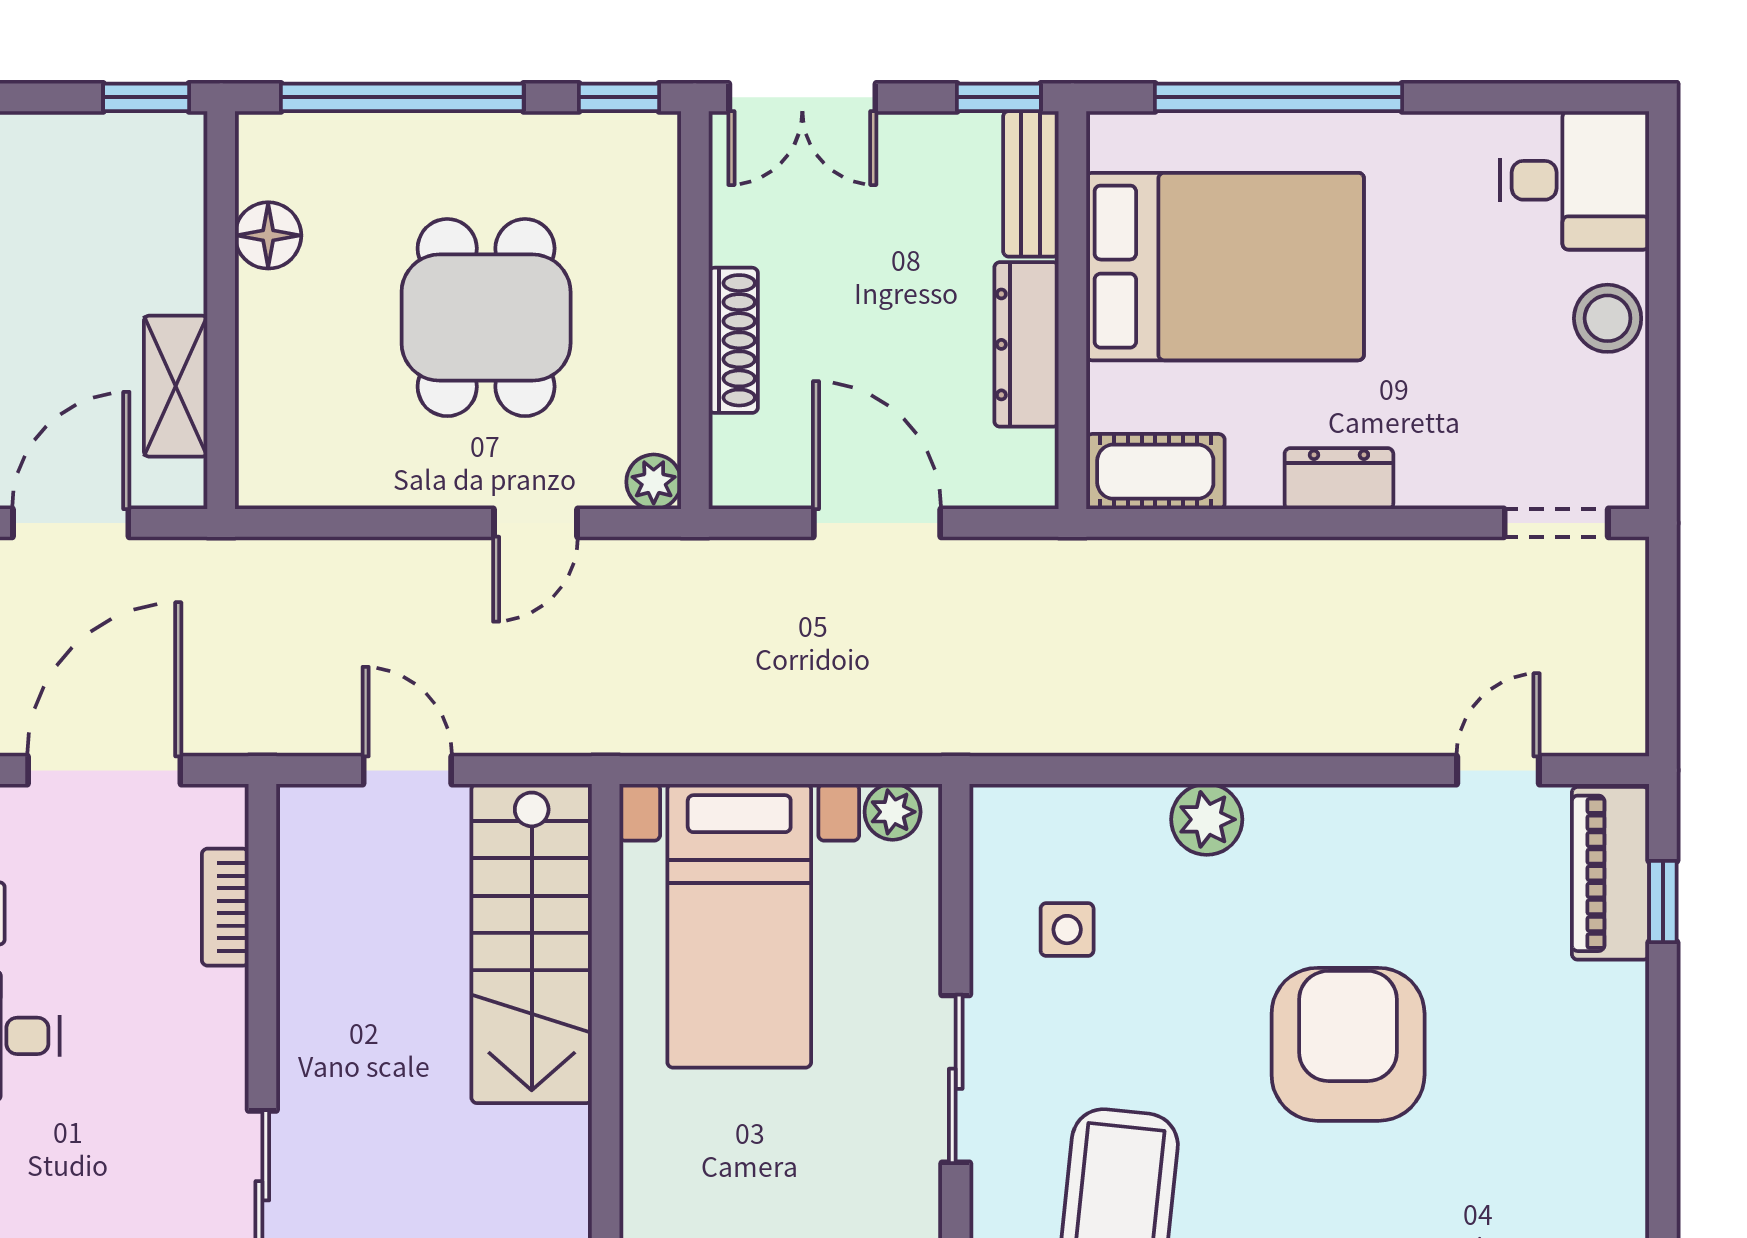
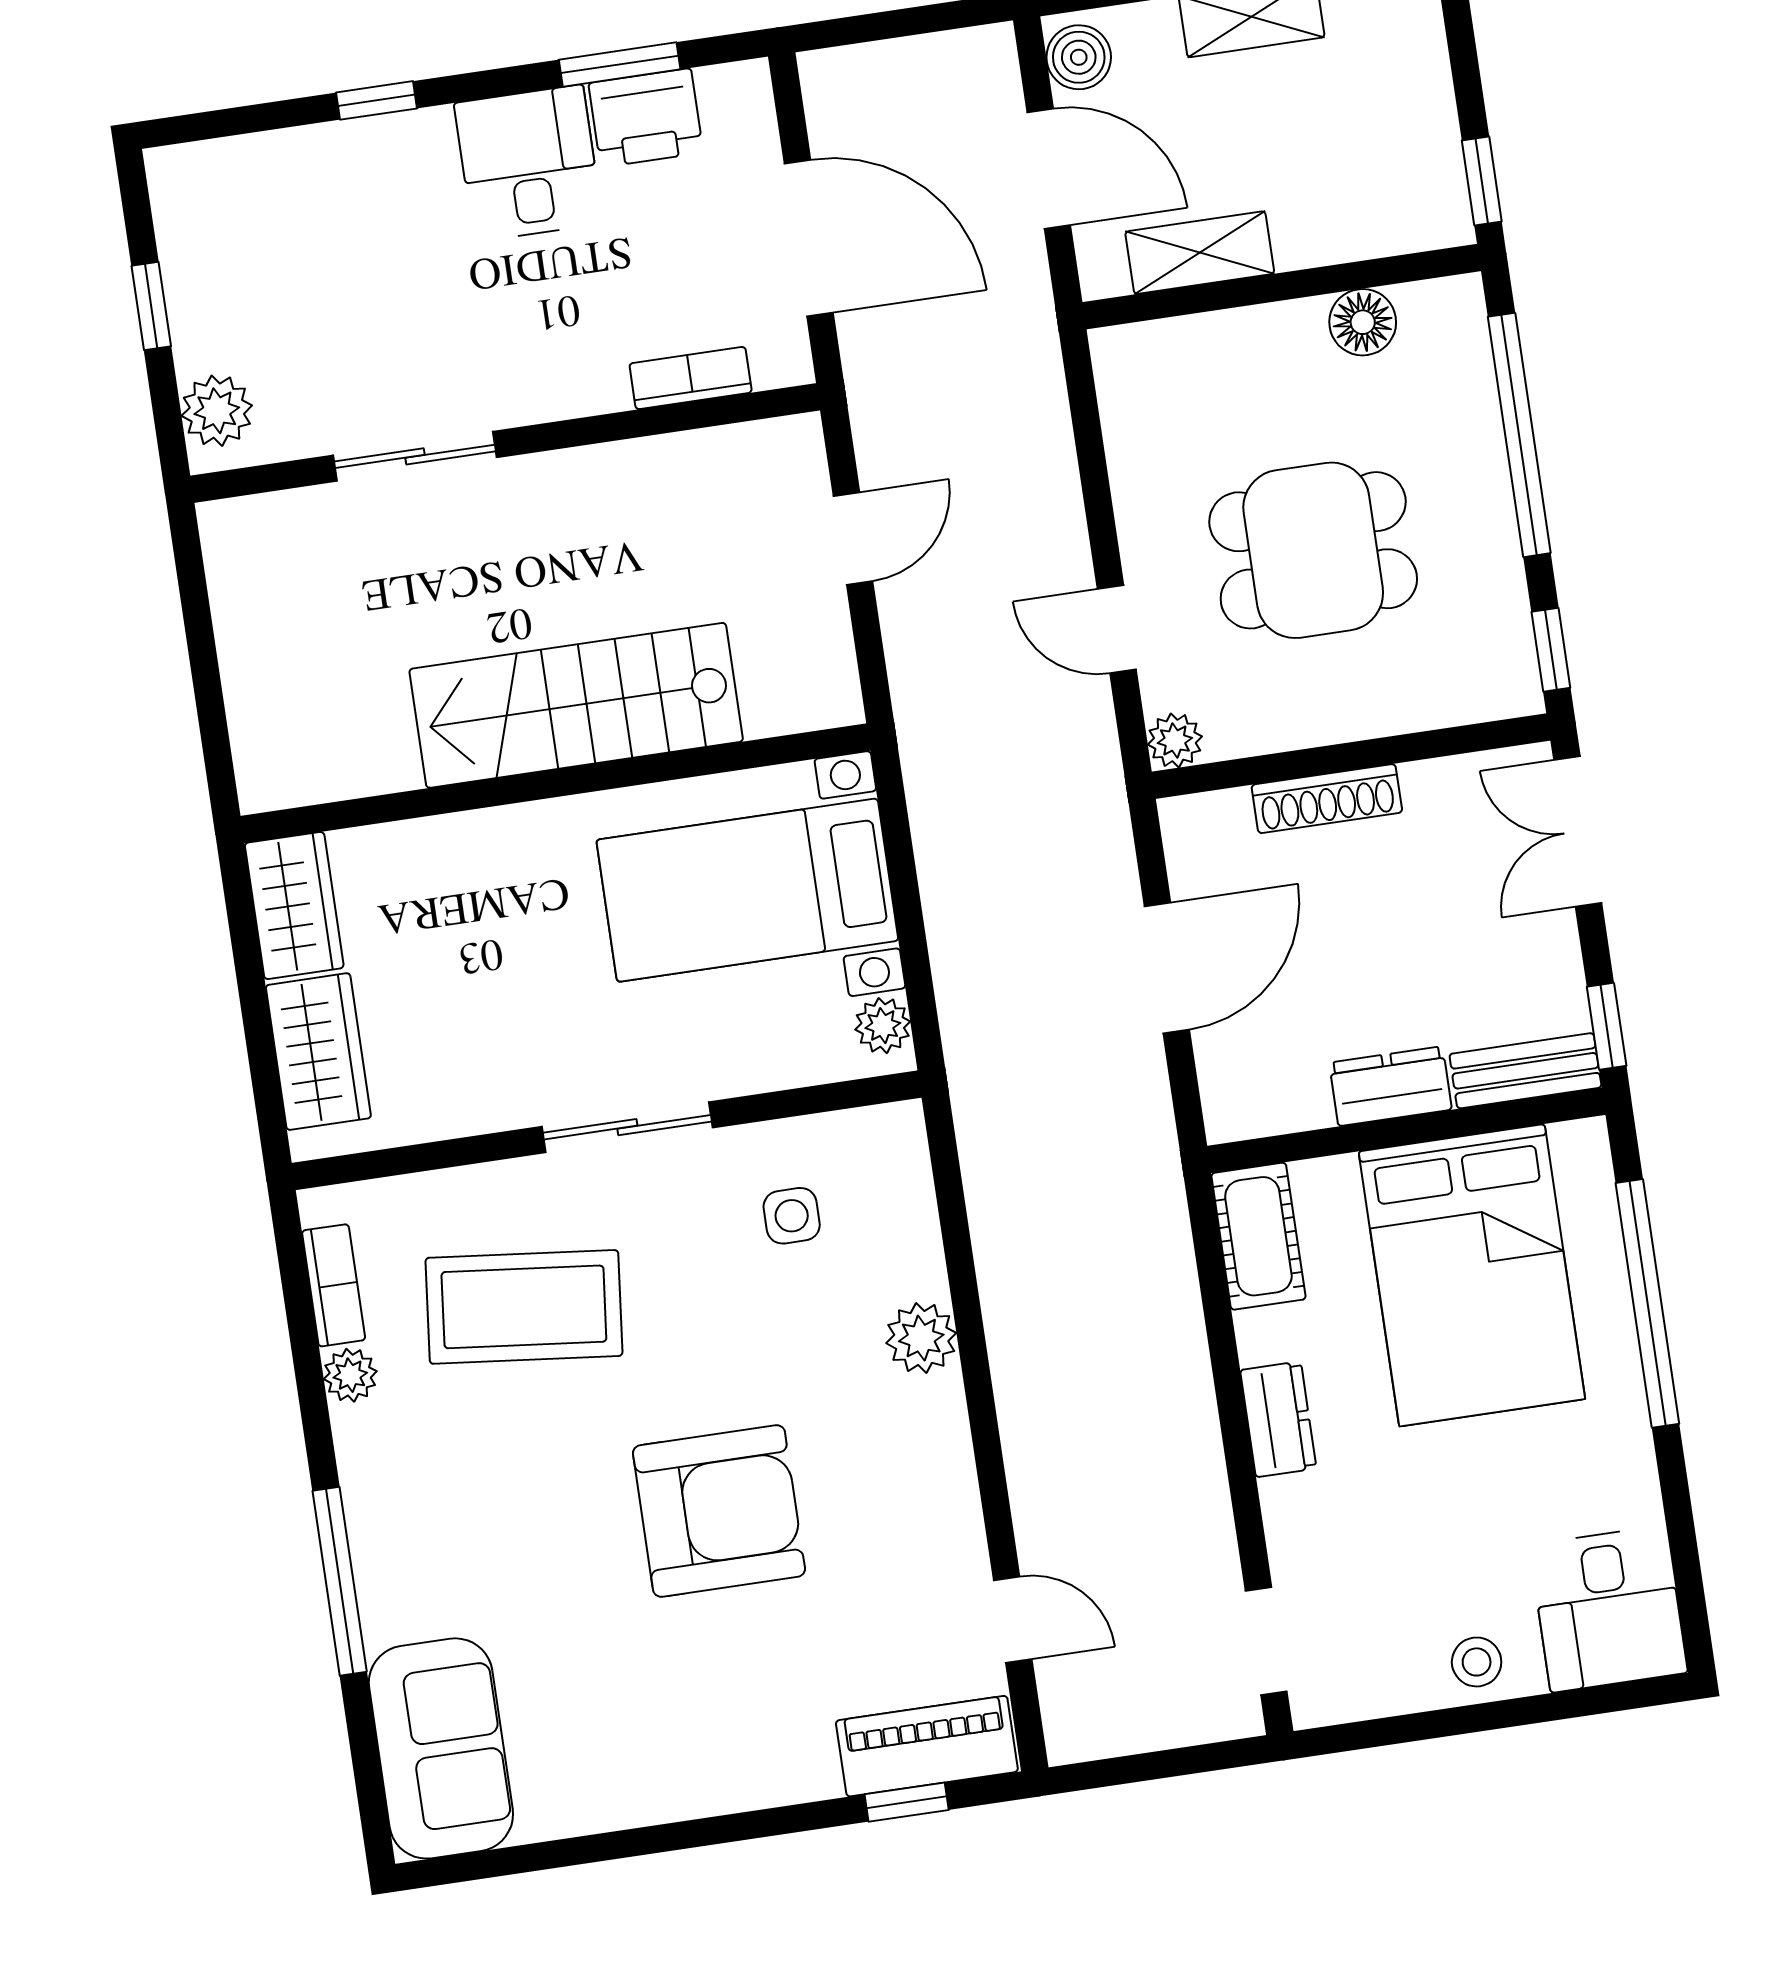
stool: (1608, 318) -> (1477, 1662), width x0.73, depth x0.73
dresser: (1027, 344) -> (1390, 1086), width x0.70
stairs: (532, 944) -> (576, 705), moved

